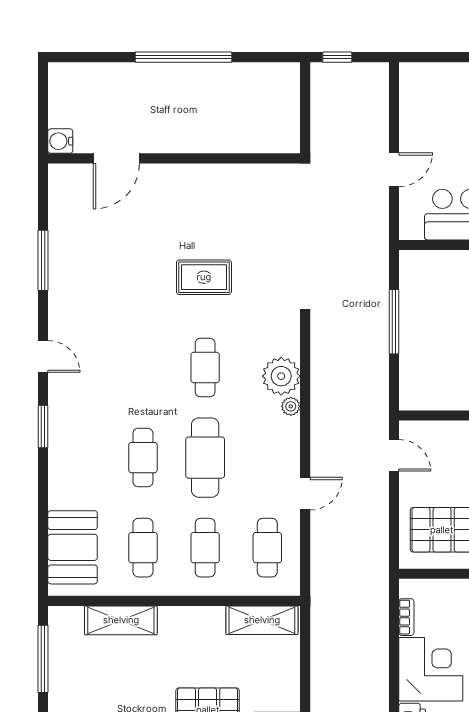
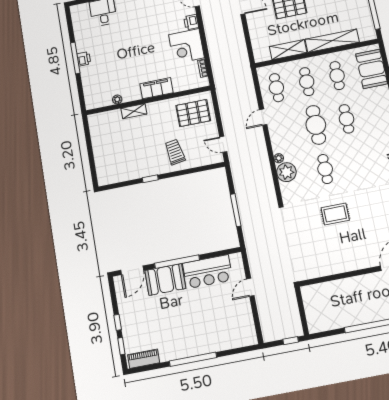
shelving: (121, 620) -> (332, 41), width x1.47
shelving: (262, 620) -> (288, 50), moved

